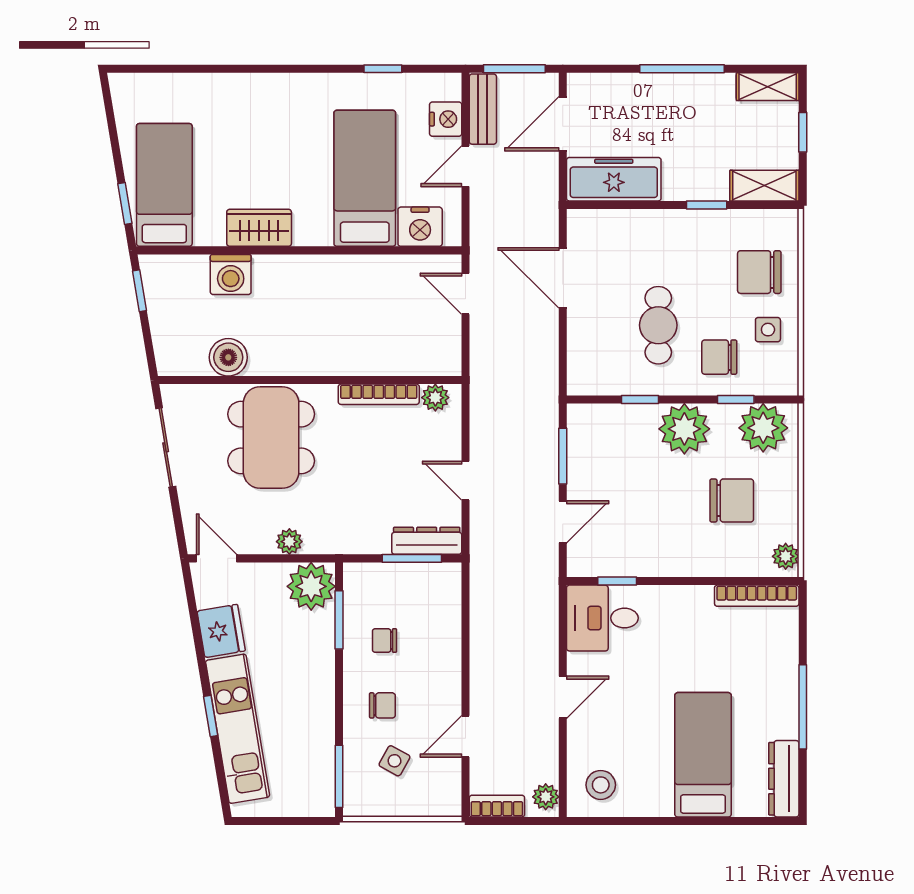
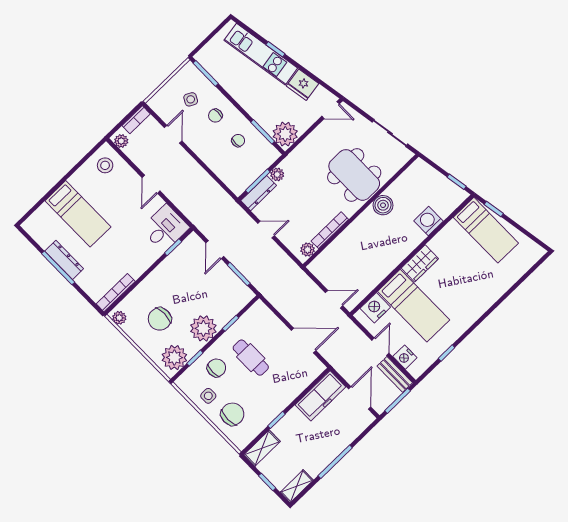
wardrobe: (259, 228) -> (420, 263), moved
boiler: (228, 357) -> (383, 205), moved
plant: (289, 542) -> (277, 174), moved
dresser: (784, 779) -> (64, 260), moved

